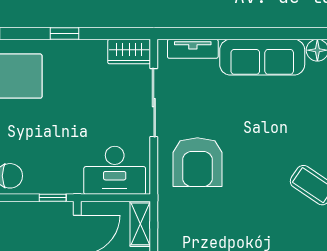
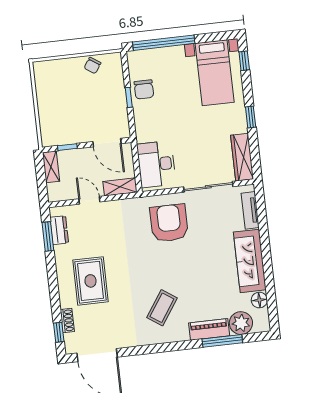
wardrobe: (129, 52) -> (242, 157), width x1.50
armchair: (197, 162) -> (169, 223), turned 90
window: (53, 198) -> (129, 97), moved

